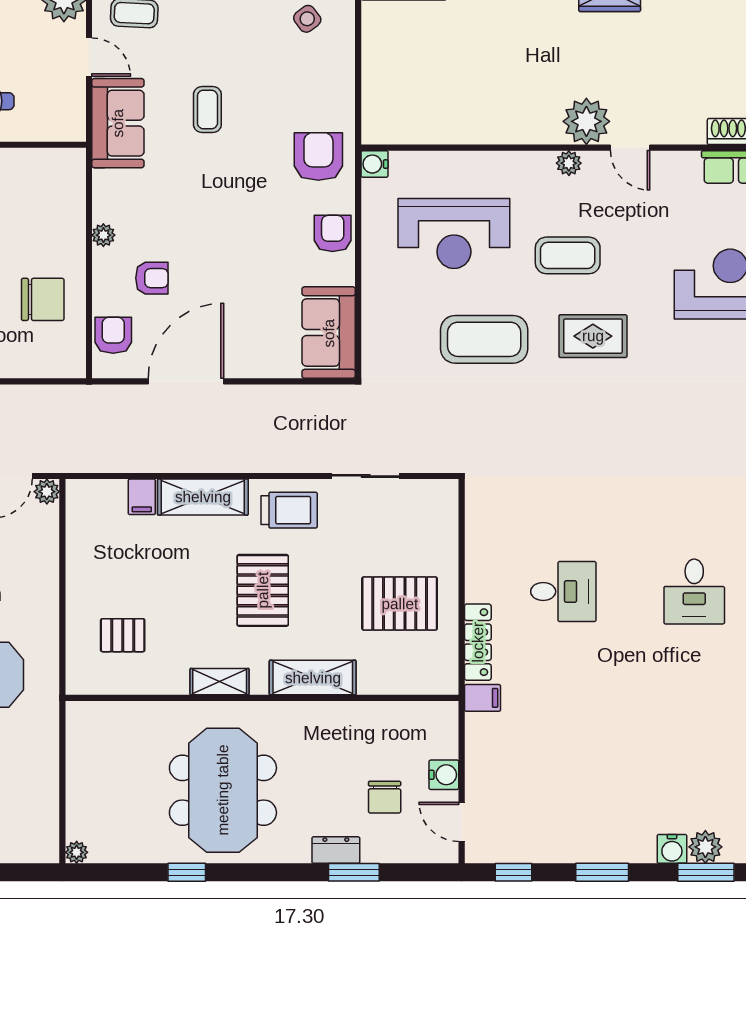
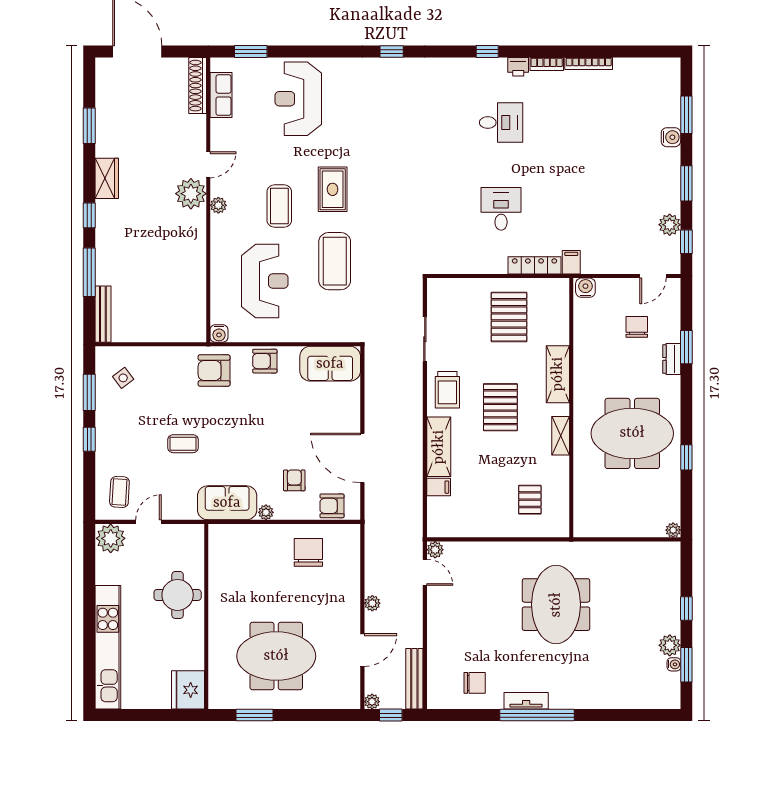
sofa: (118, 123) -> (227, 503), moved
trolley: (289, 510) -> (447, 390), turned 180
pallet: (263, 590) -> (500, 407), turned 90
water cooler: (444, 775) -> (585, 288), moved
chair: (385, 797) -> (637, 327), turned -90
plant: (705, 847) -> (670, 225), moved

